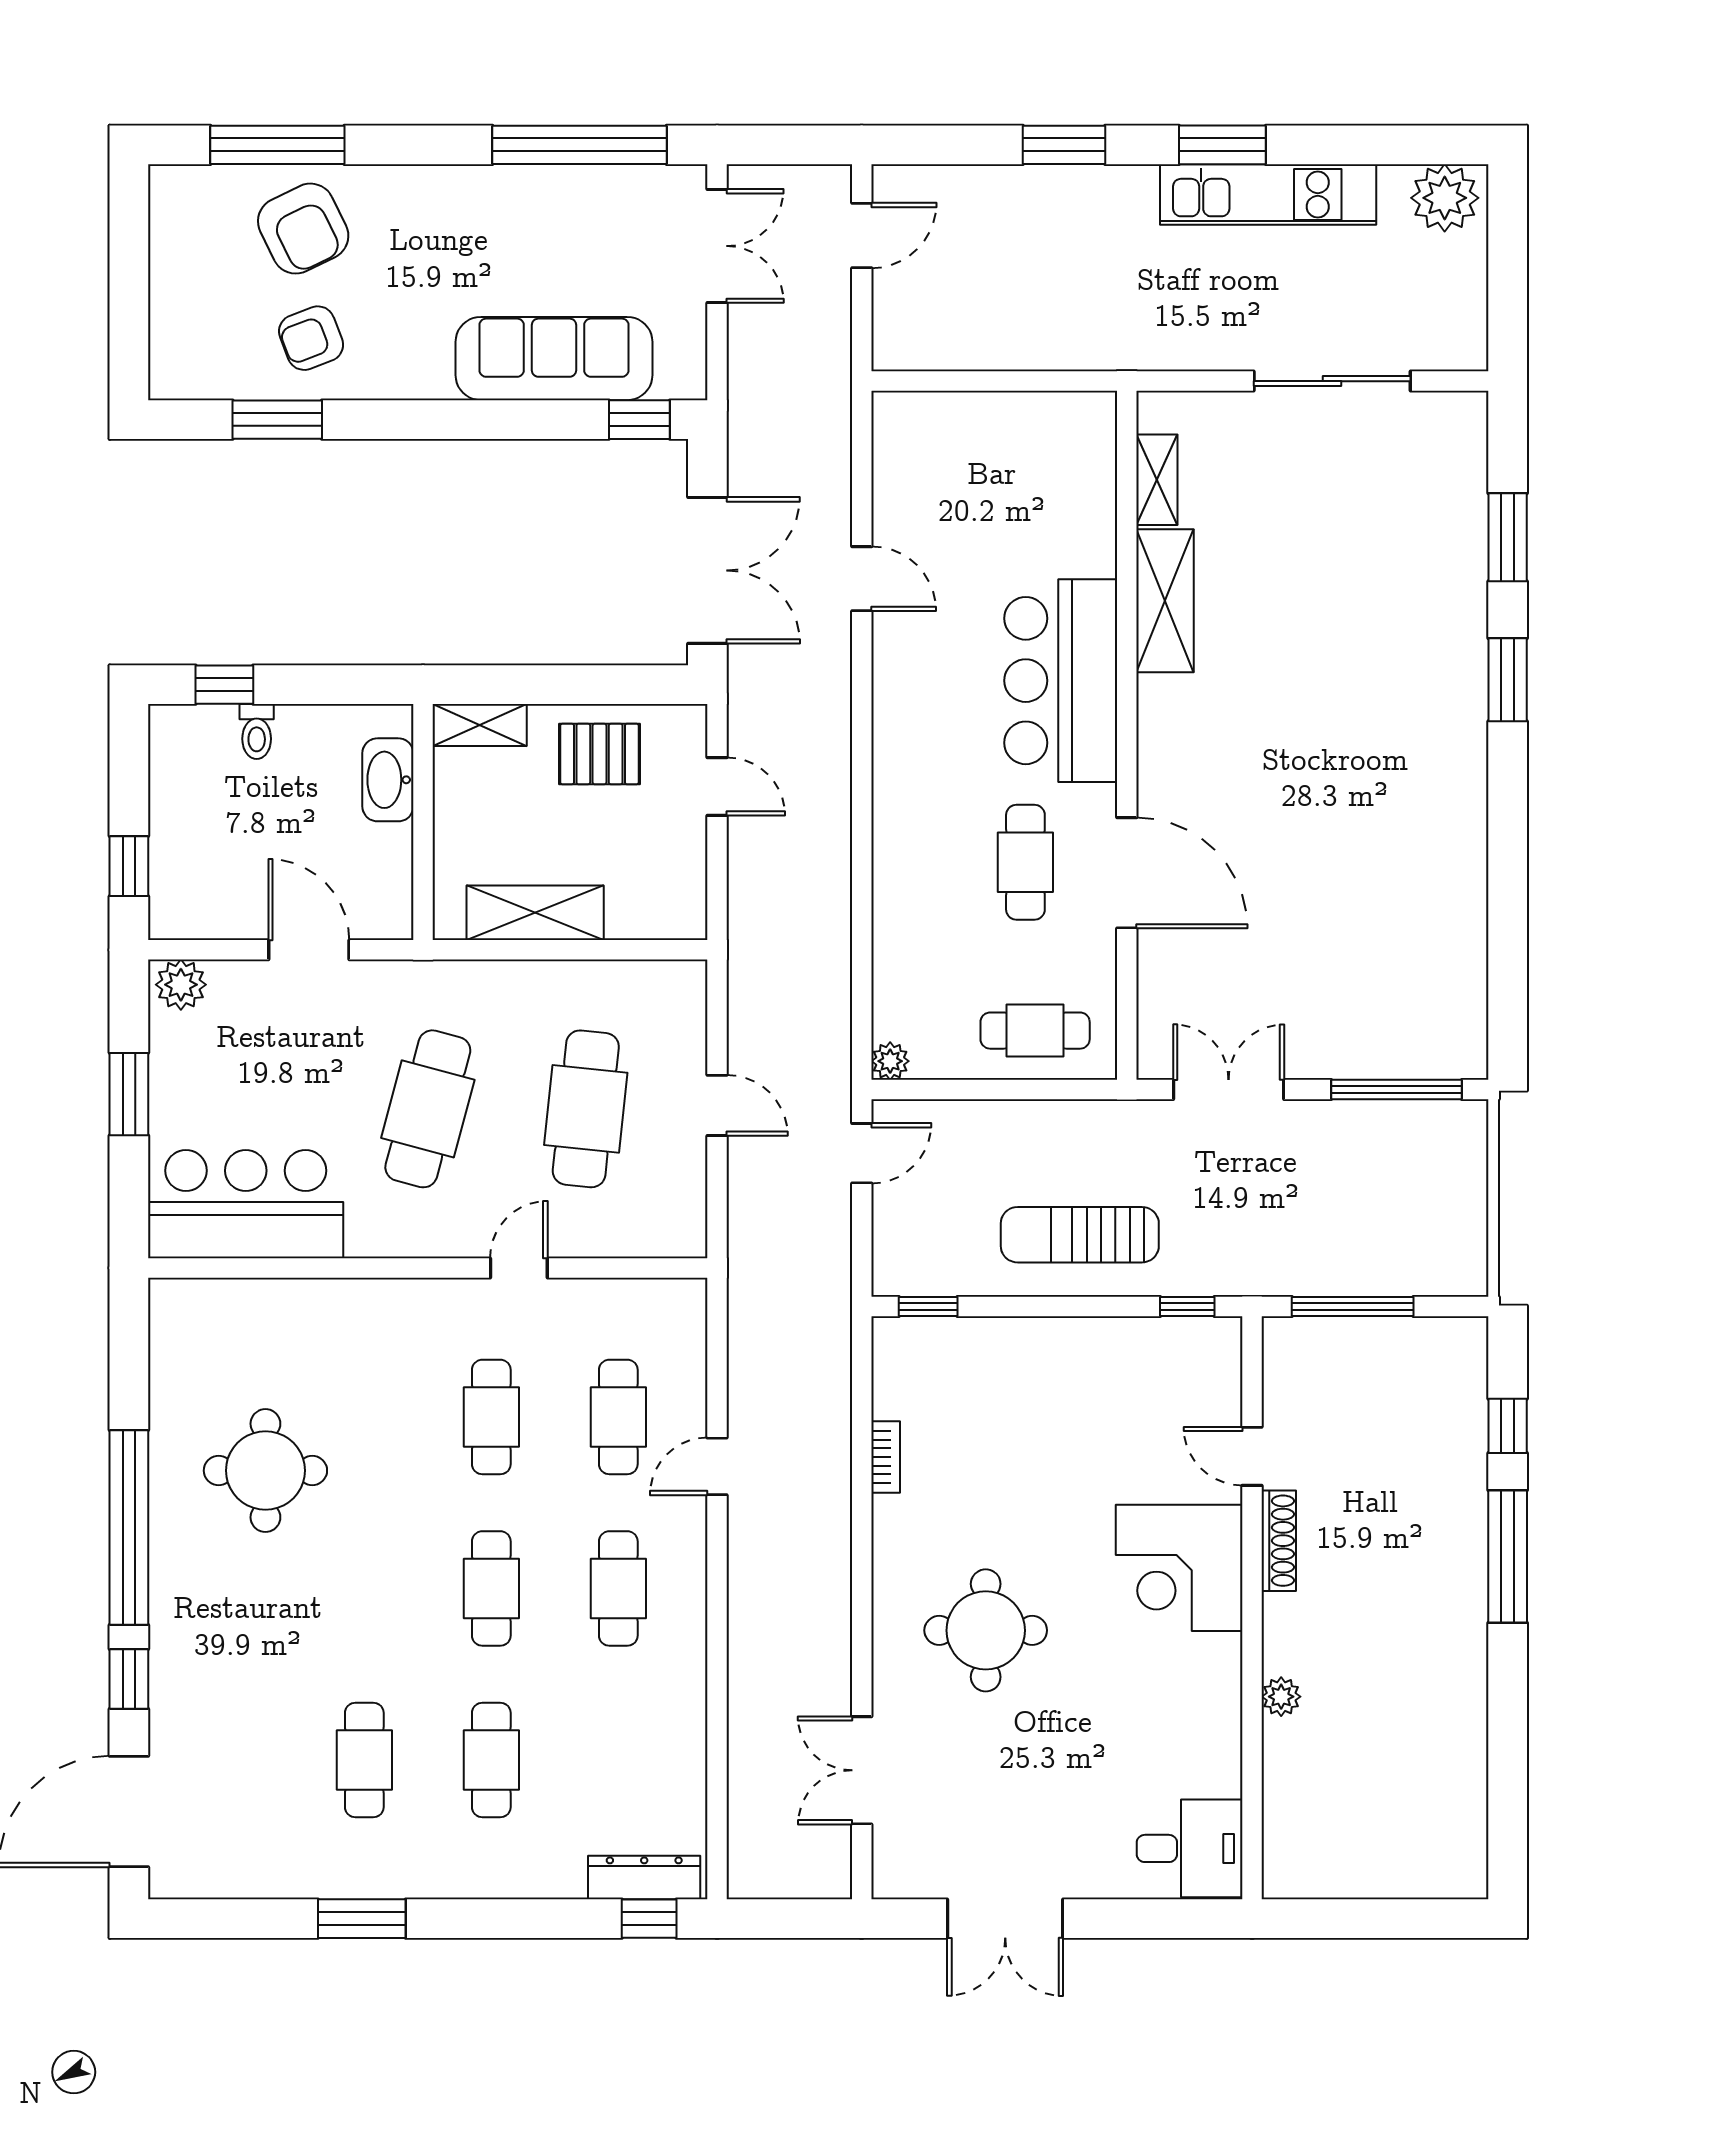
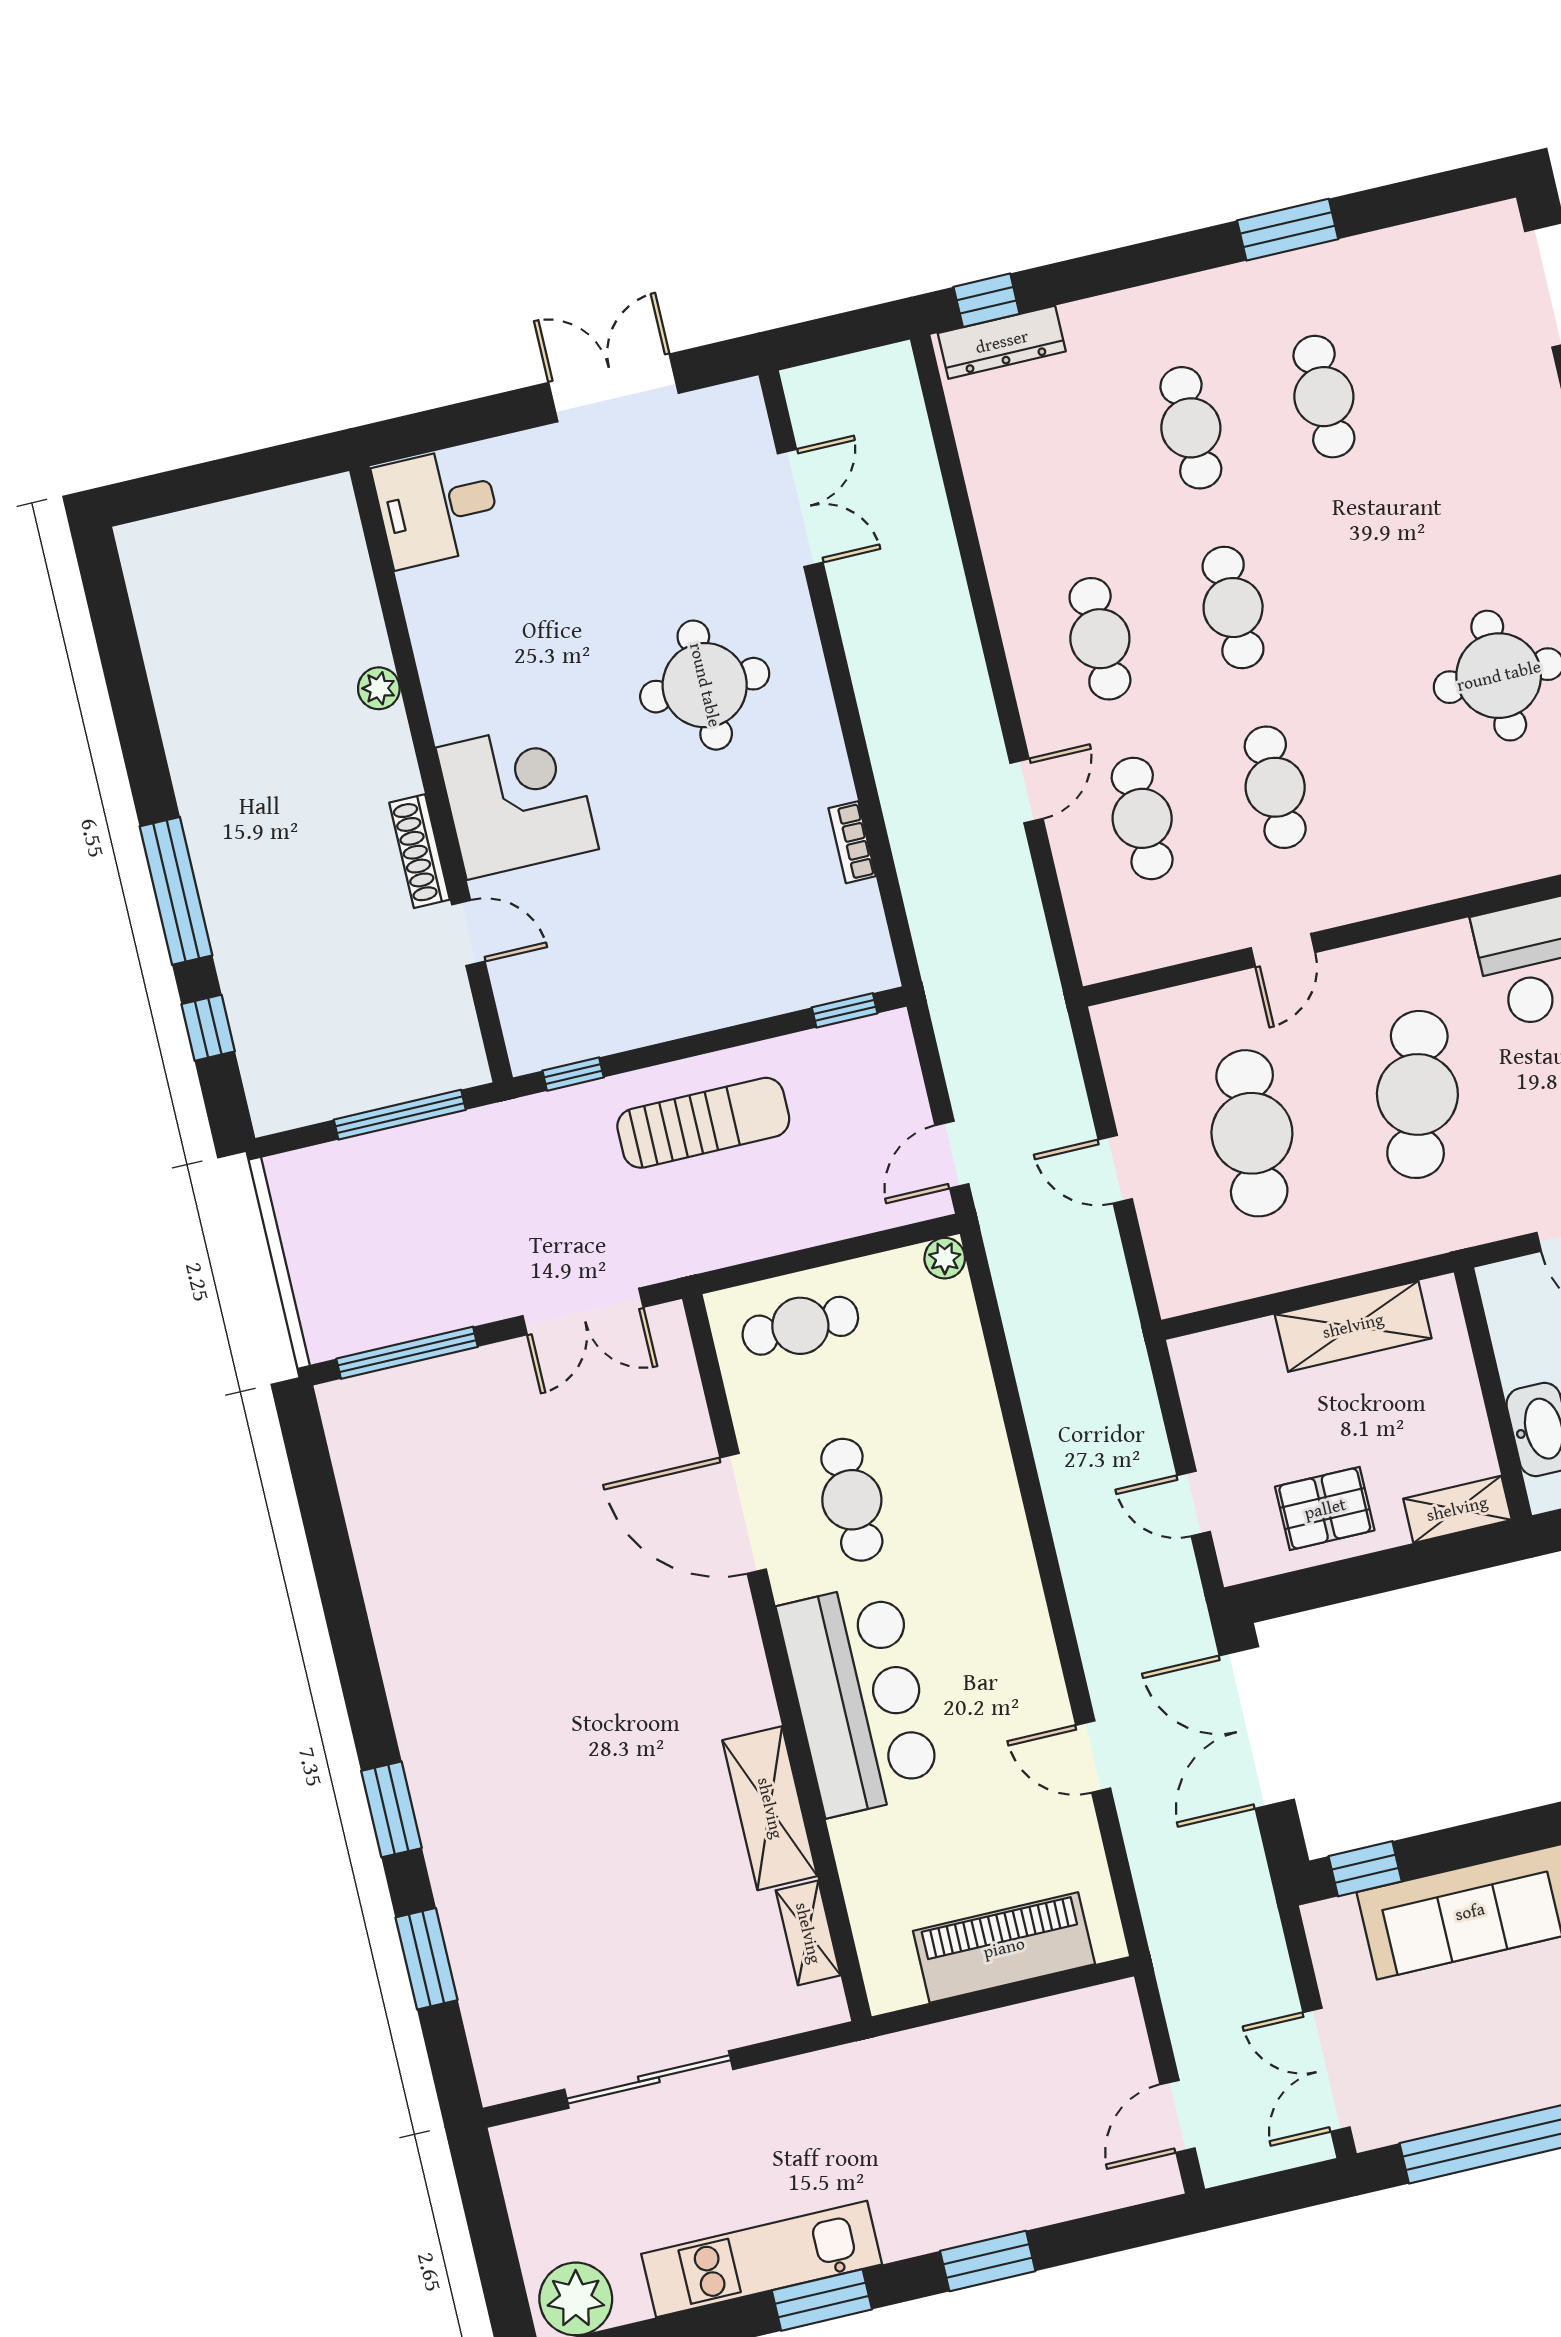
piano: (983, 425) -> (1004, 1948), added

